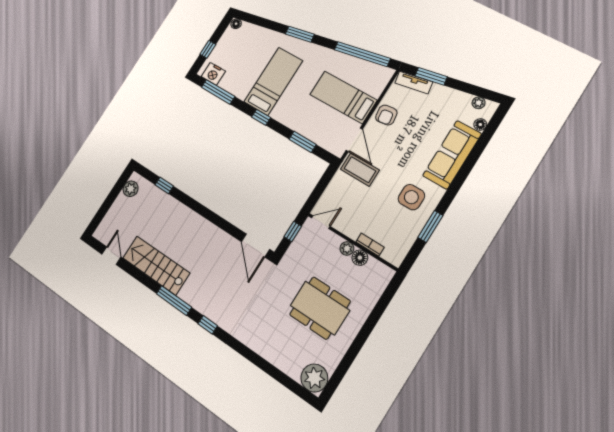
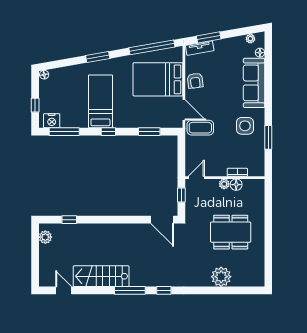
bed: (343, 97) -> (158, 79), width x1.50
plant: (314, 378) -> (221, 277), moved

